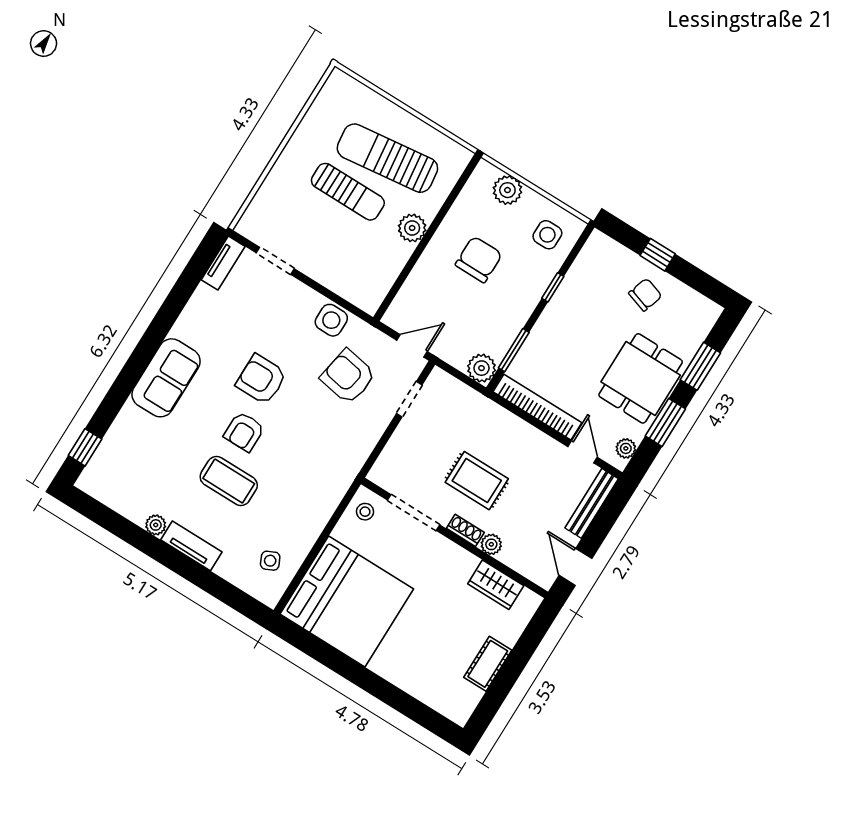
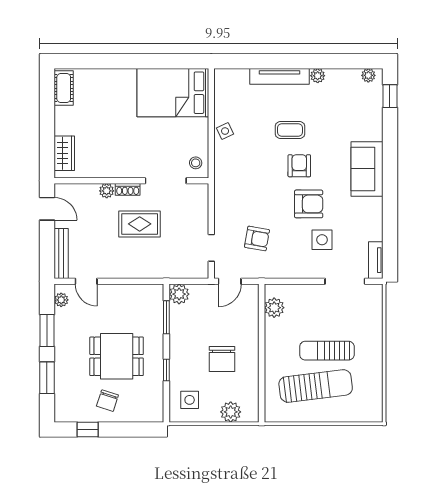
plant: (412, 228) -> (274, 308), moved
window: (658, 255) -> (88, 429), moved
doorway: (275, 261) -> (345, 281), width x1.38
side table: (331, 320) -> (322, 240), moved
armchair: (348, 377) -> (257, 238), width x0.72, depth x0.72
dining table: (641, 378) -> (117, 356), moved, turned 90
bookcase: (537, 407) -> (130, 291), removed
coffee table: (229, 481) -> (290, 130), width x0.73, depth x0.77
plant: (95, 488) -> (368, 75), added
tv unit: (191, 546) -> (280, 76), width x1.41
side table: (270, 561) -> (225, 131), moved
wardrobe: (496, 585) -> (64, 153), moved, turned 90
bed: (347, 601) -> (173, 93), width x0.73
cot: (488, 664) -> (64, 88), moved

